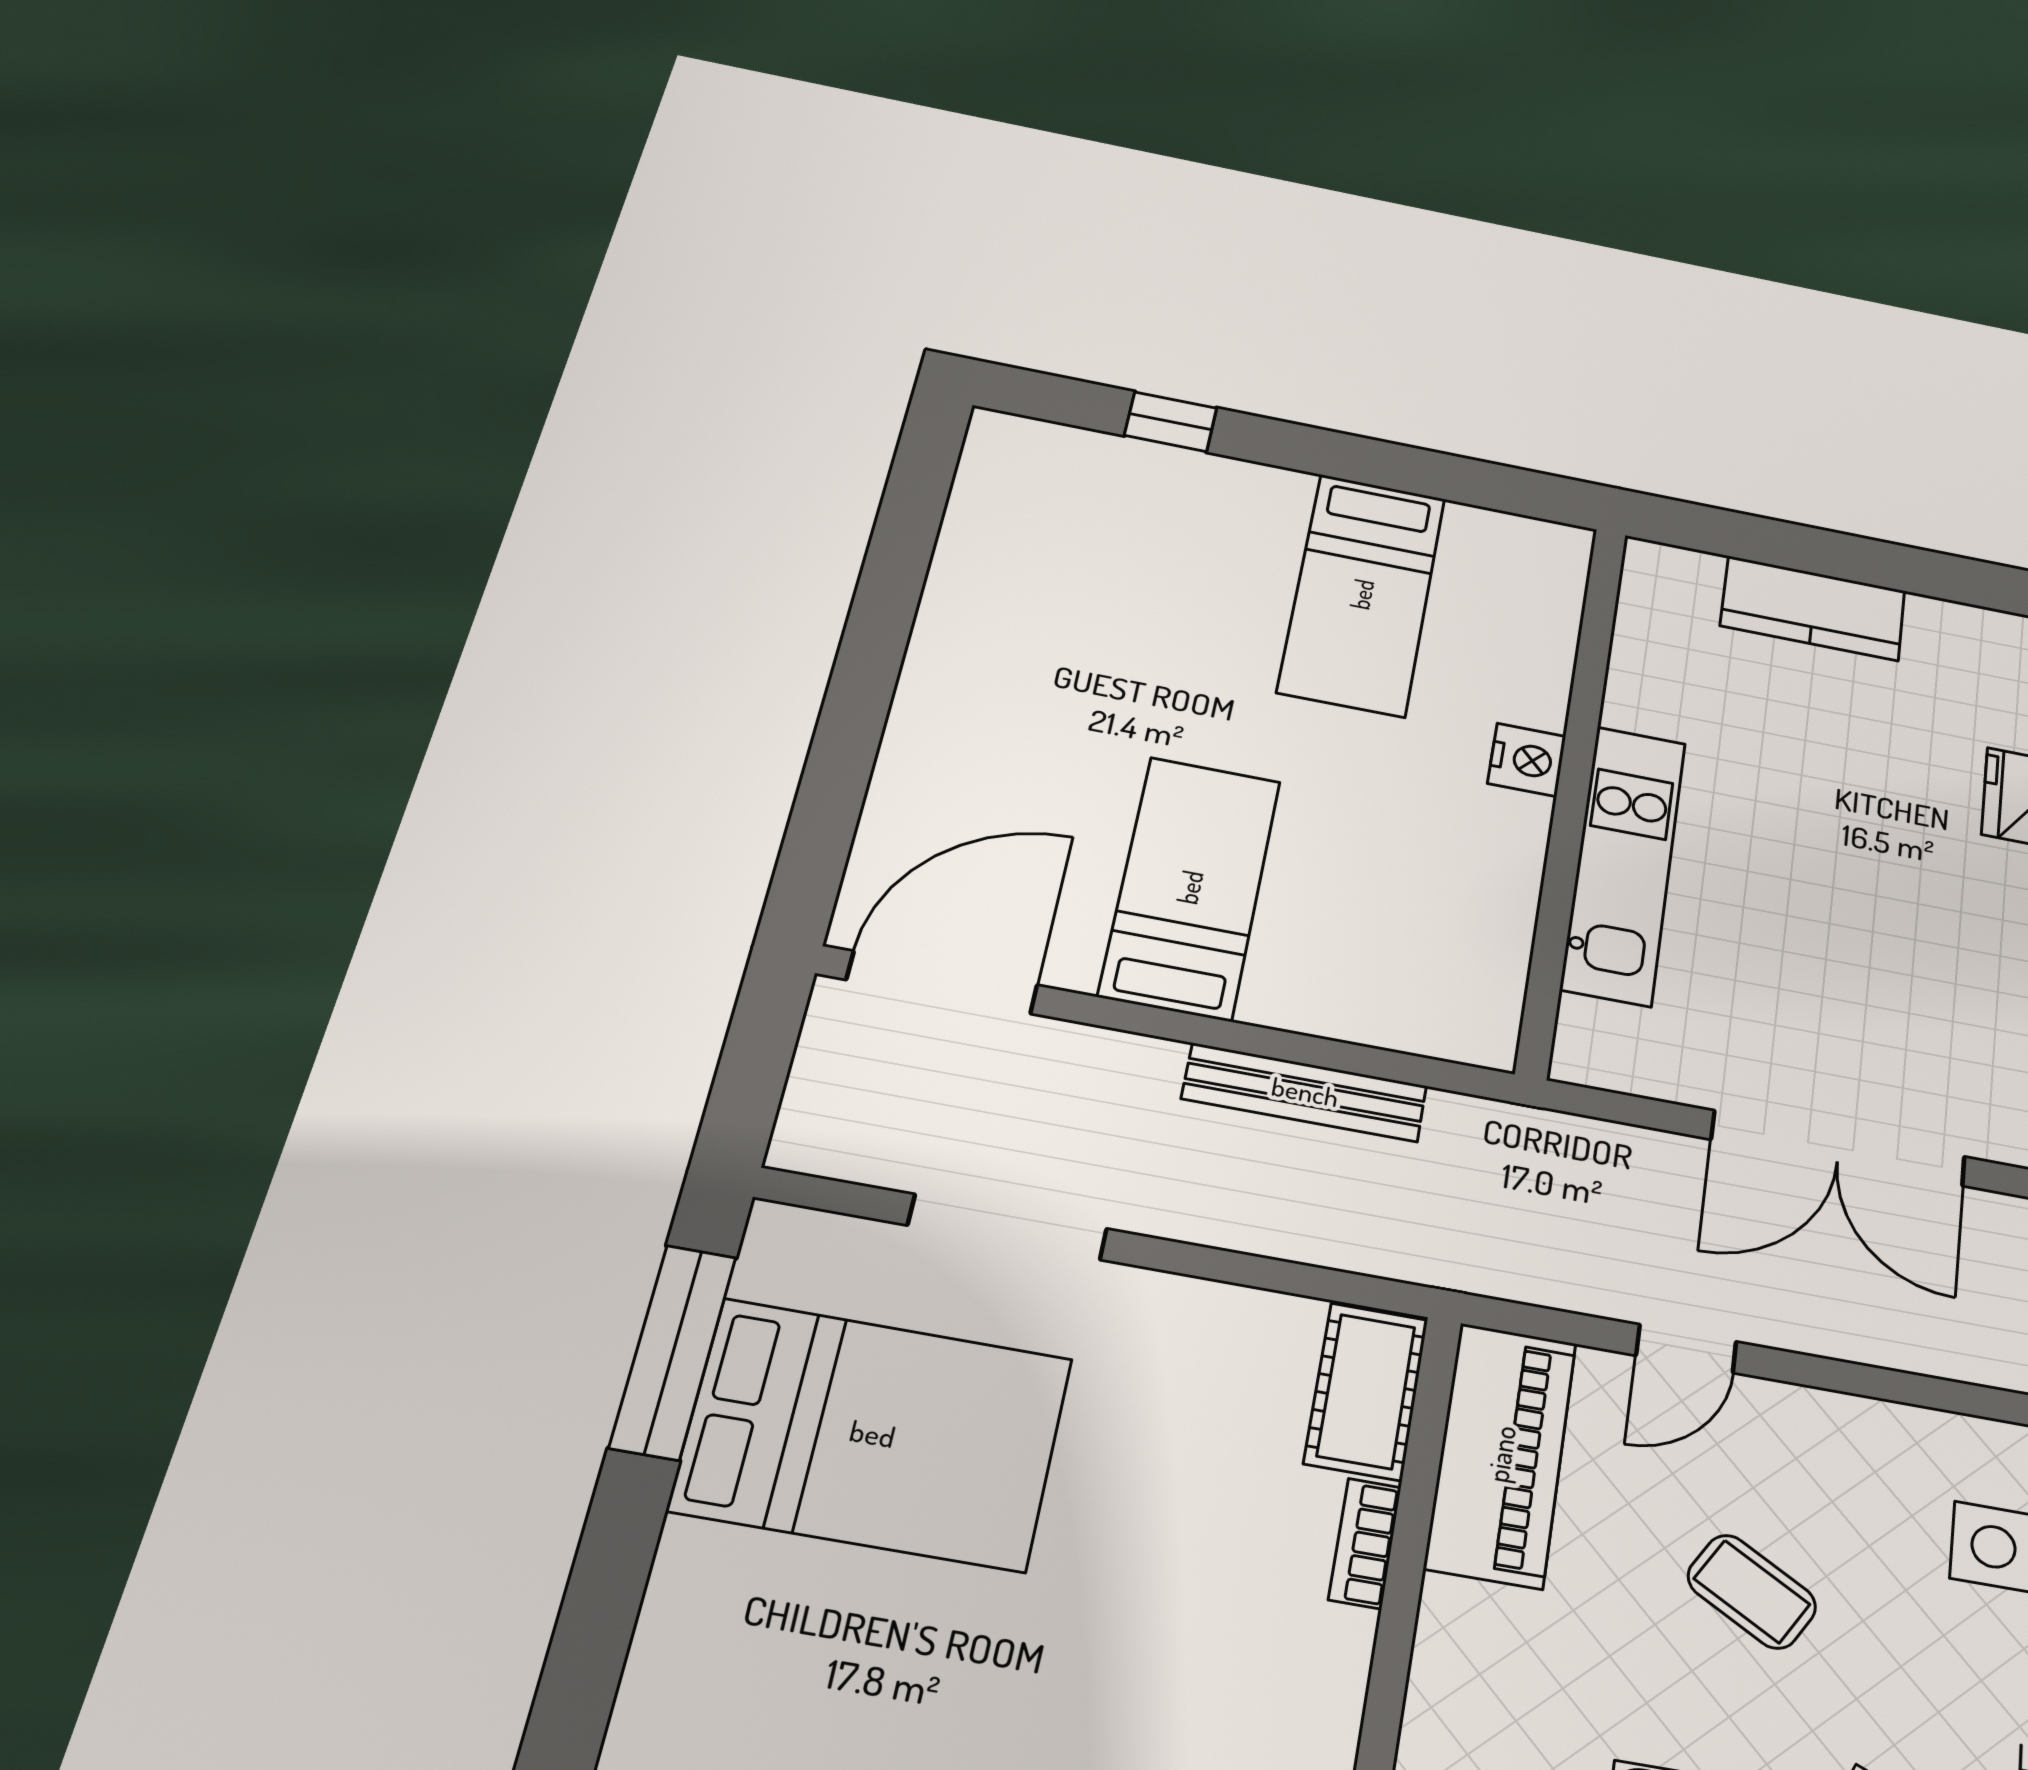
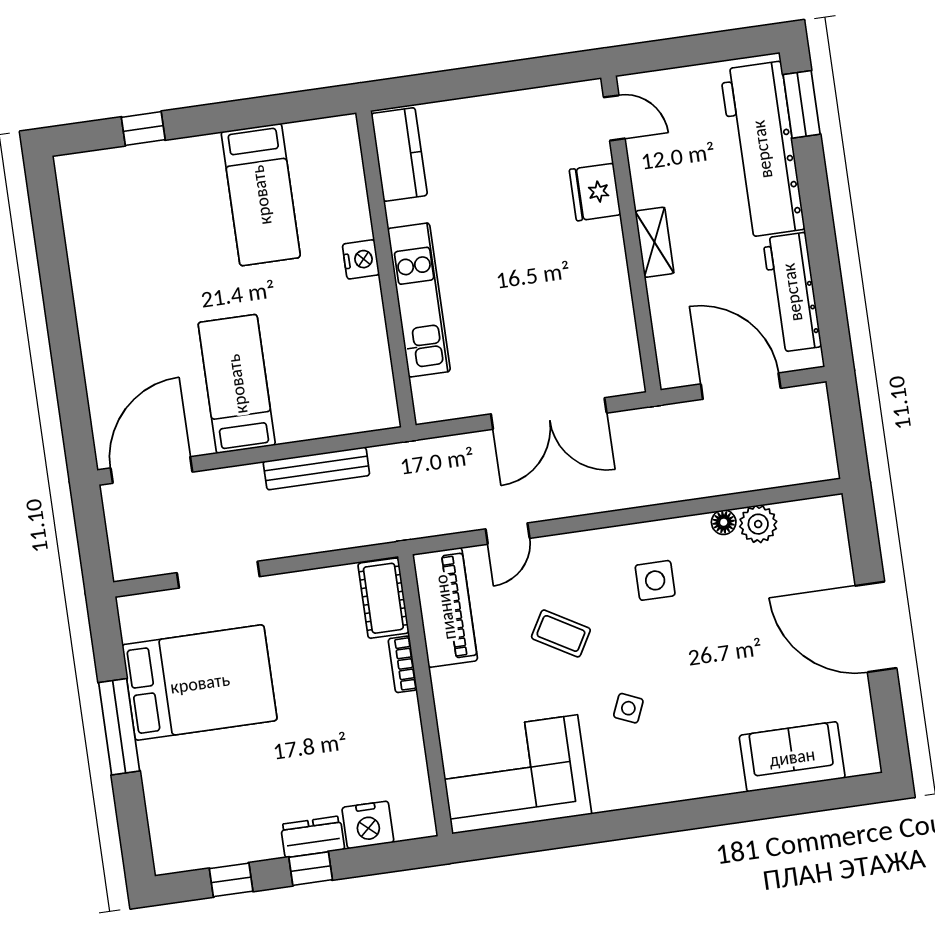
kitchen counter: (1813, 608) -> (399, 154), moved, turned -90
window: (673, 1352) -> (119, 727), moved

